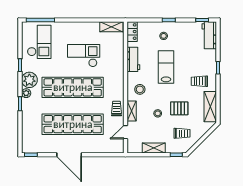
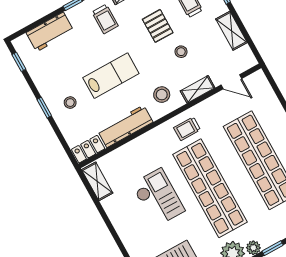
workbench: (209, 35) -> (50, 32), moved
checkout: (84, 56) -> (158, 197), turned 180
workbench: (133, 59) -> (125, 126), width x1.38
lab bench: (166, 67) -> (111, 76), turned 180
trolley: (116, 108) -> (187, 129), moved

